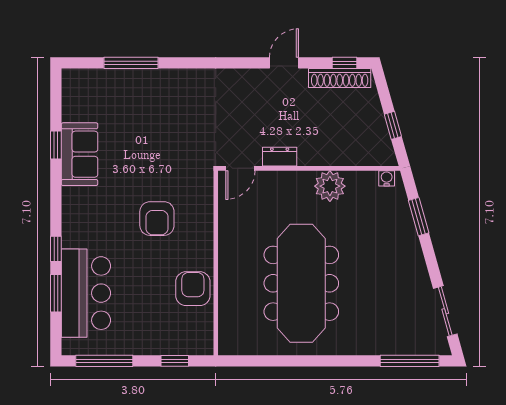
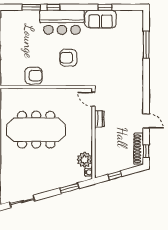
plant: (330, 186) -> (85, 160), moved
bar counter: (86, 293) -> (62, 22), moved

